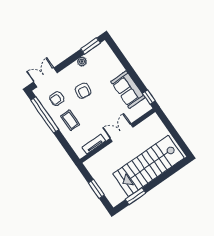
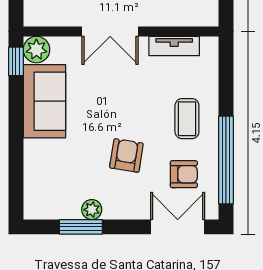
window: (90, 46) -> (81, 227), moved
double door: (45, 77) -> (178, 227), swing flipped
plant: (144, 107) -> (36, 50), added

